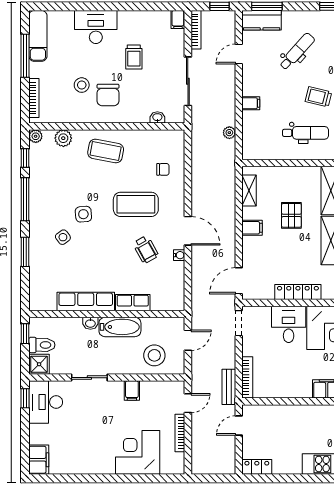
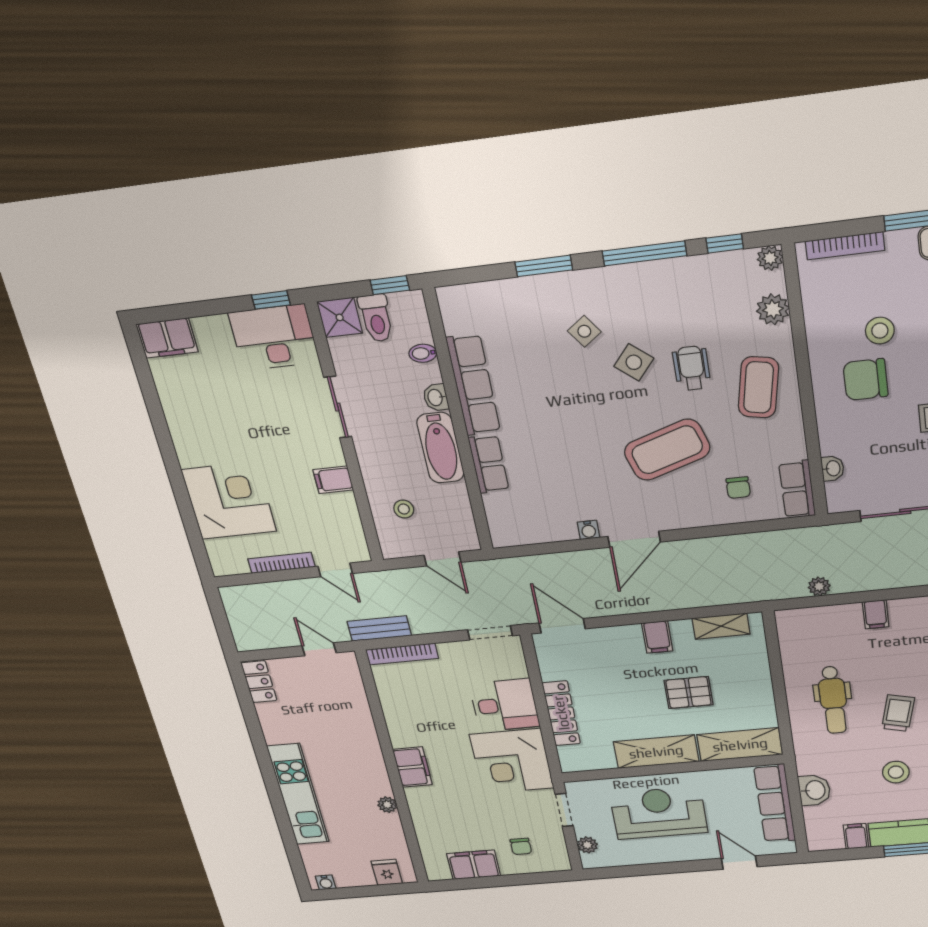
row of seats: (168, 138) -> (797, 489), added
coffee table: (136, 204) -> (667, 450), turned 72
side table: (83, 214) -> (634, 362), turned 45
wheelchair: (146, 249) -> (692, 368), moved, turned 119
bidet: (64, 325) -> (423, 353), added
stool: (154, 355) -> (404, 509), width x0.53, depth x0.53

